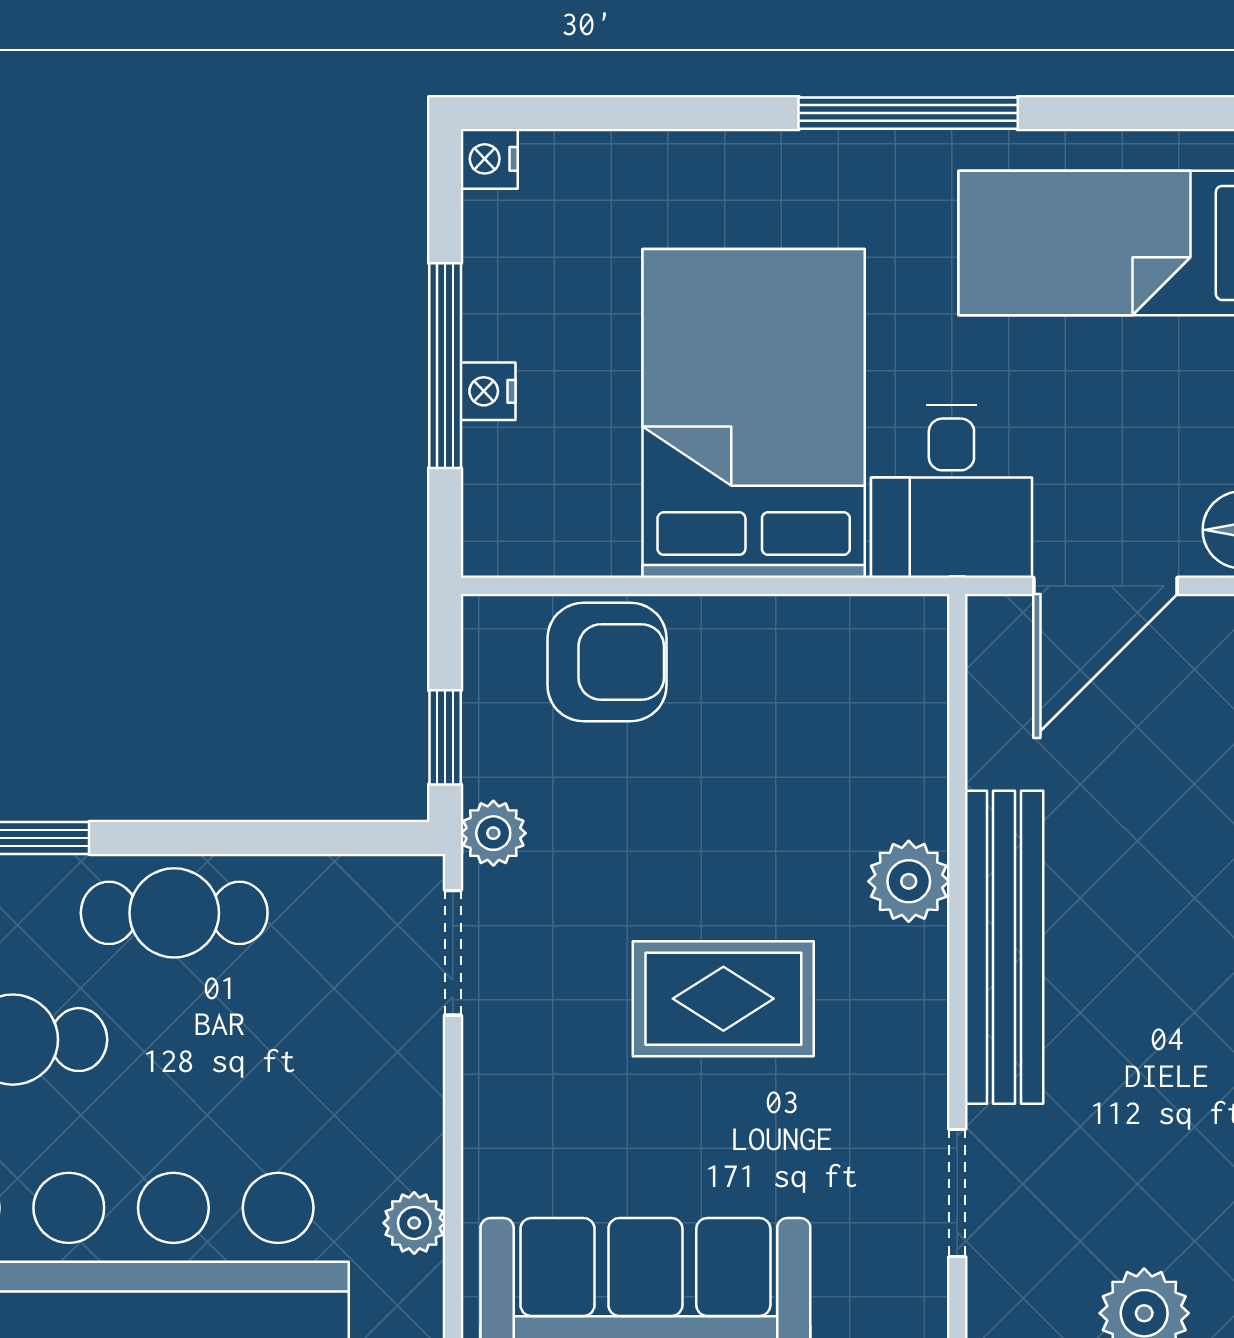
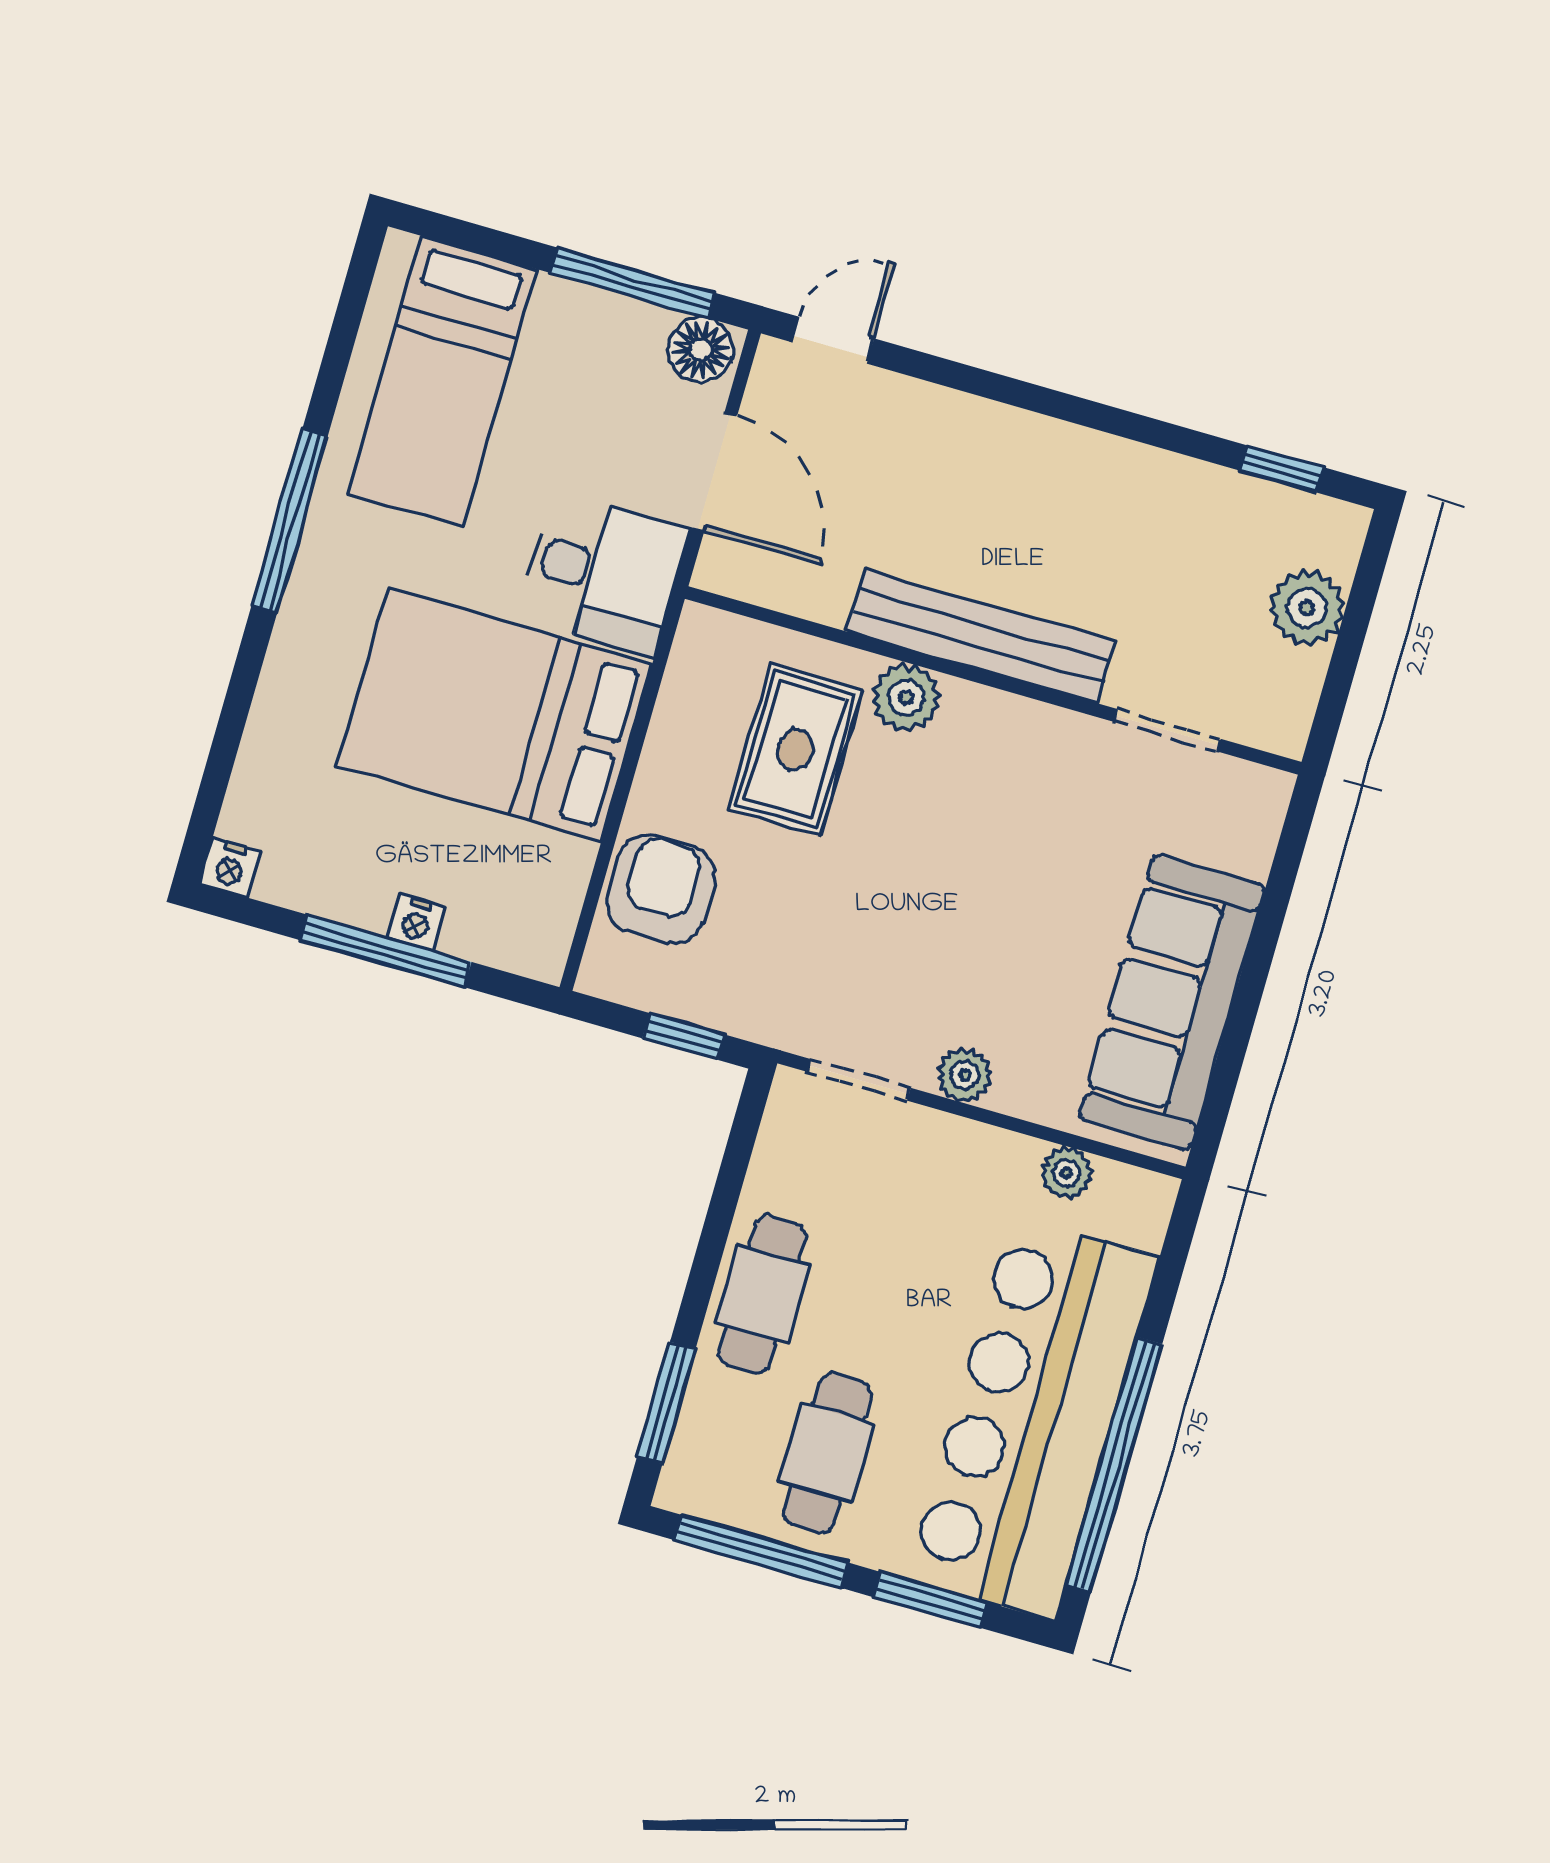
plant: (493, 833) -> (965, 1075), moved
rug: (723, 999) -> (795, 750), moved

